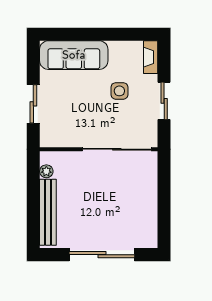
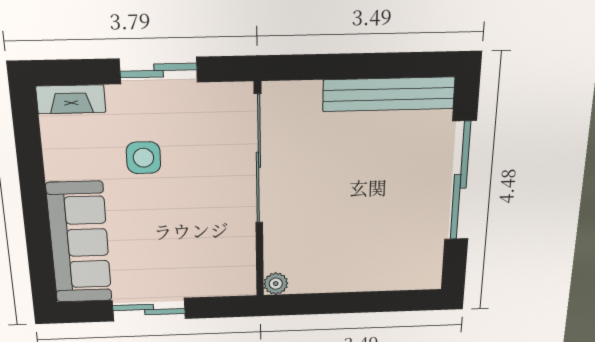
sliding door: (33, 104) -> (149, 310), moved
plant: (46, 171) -> (276, 284), moved
bench: (48, 212) -> (389, 94), moved

